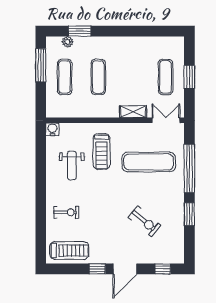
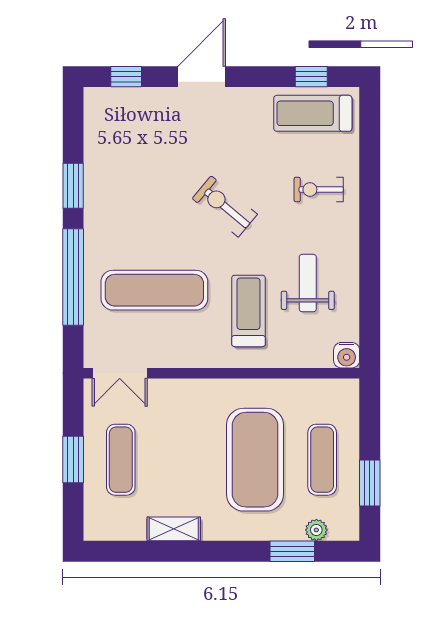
window: (41, 65) -> (370, 483), width x0.69
exercise mat: (98, 77) -> (255, 460), width x2.00, depth x1.45
shelving: (133, 112) -> (174, 529), moved
exercise bike: (145, 221) -> (225, 206), moved
window: (97, 269) -> (311, 77), moved

